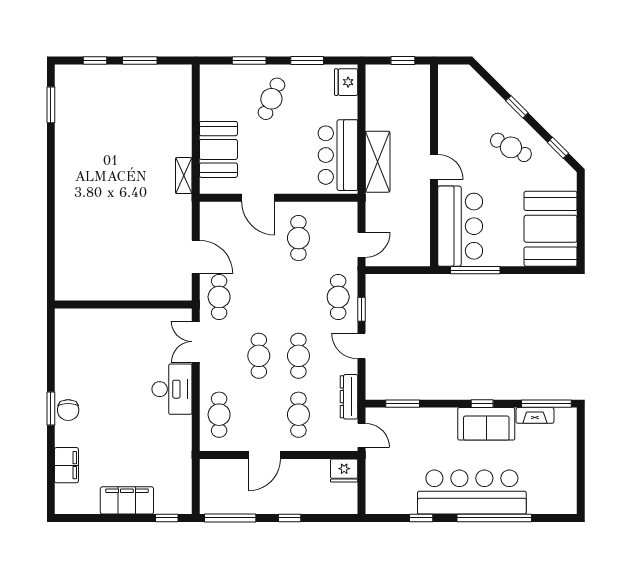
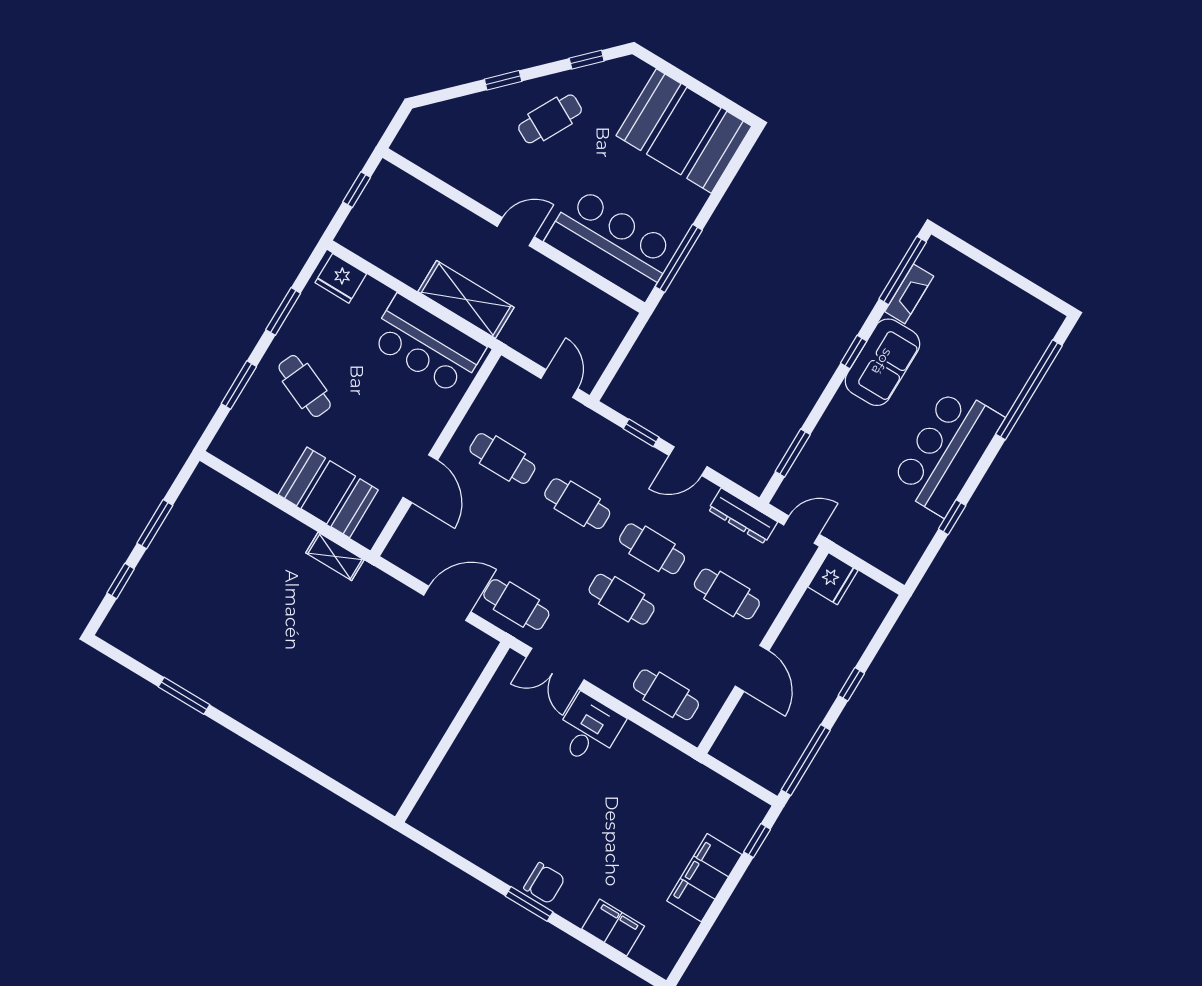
window: (51, 105) -> (184, 696), moved
door: (258, 198) -> (420, 479), hinge flipped
cafe table: (338, 297) -> (577, 504), moved
desk: (172, 389) -> (589, 730), width x0.73
bar counter: (472, 492) -> (947, 451), width x0.73
window: (494, 518) -> (1029, 390), moved

